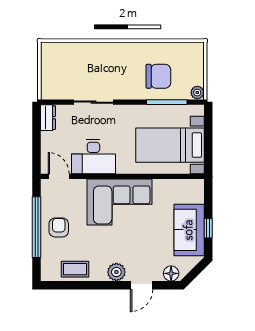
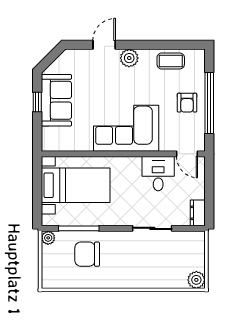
plant: (49, 51) -> (196, 280), added
desk: (93, 157) -> (158, 174), width x0.73
floor lamp: (171, 273) -> (74, 57), removed

